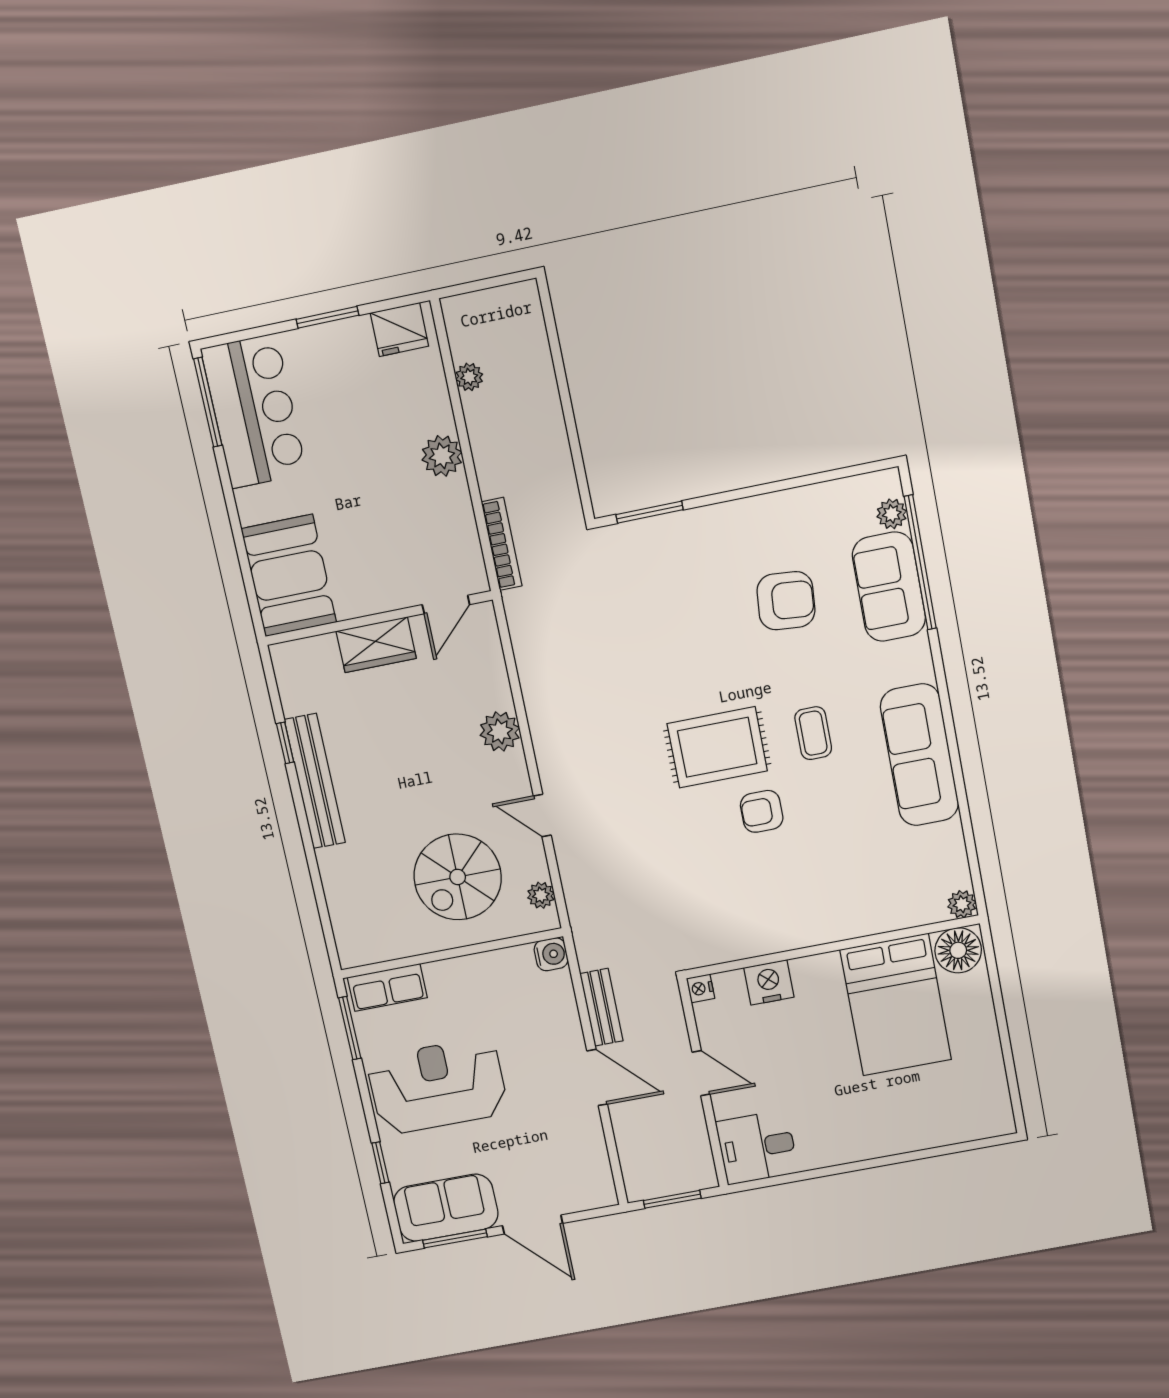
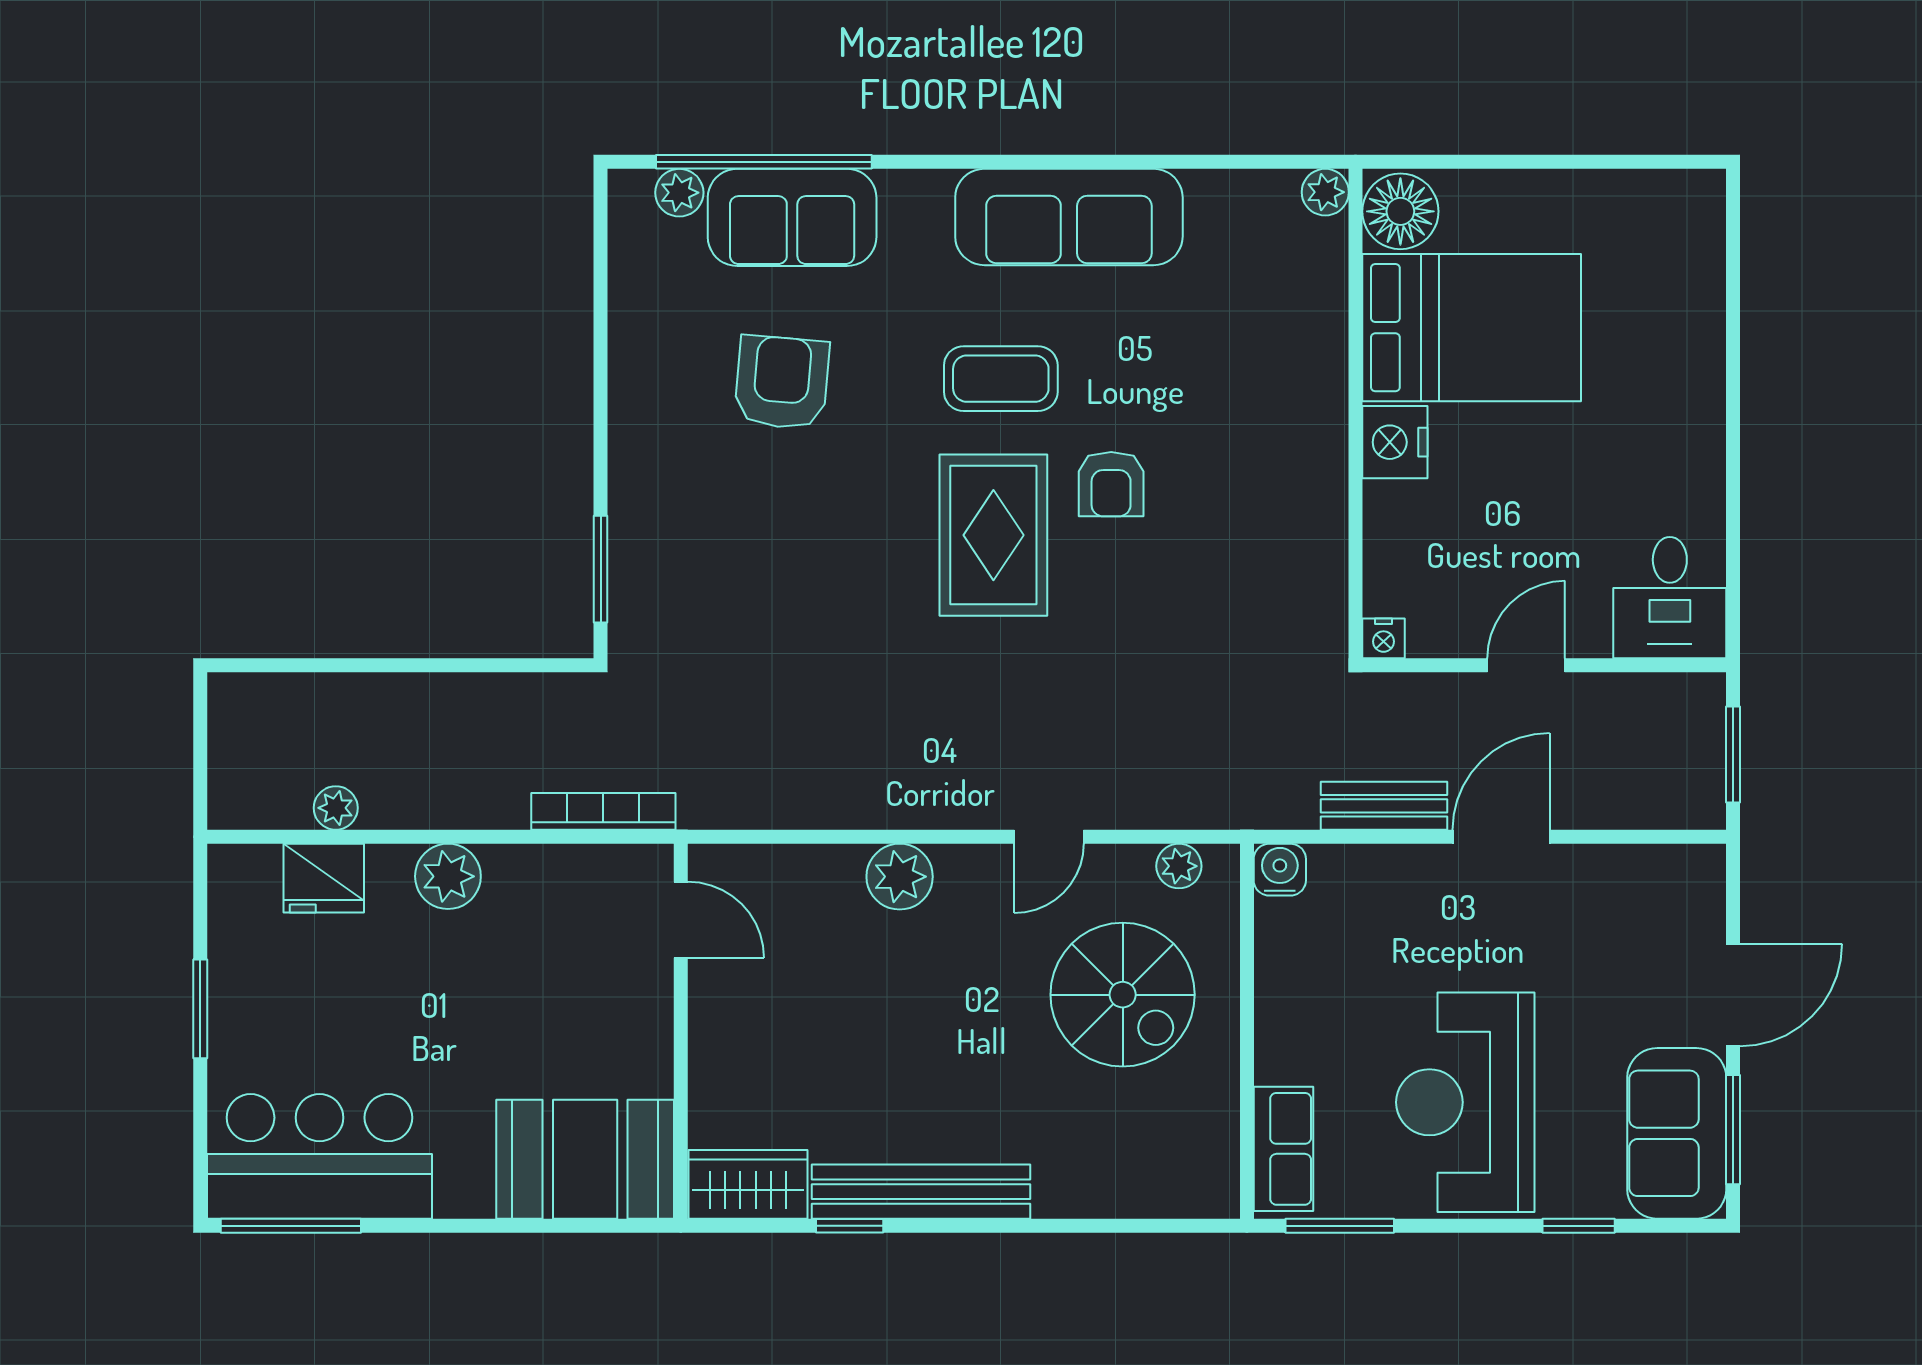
fridge: (399, 329) -> (324, 878), moved, turned 90
wardrobe: (376, 645) -> (748, 1184), moved, turned -90
coffee table: (813, 733) -> (1001, 379), width x1.36, depth x1.30
nightstand: (769, 982) -> (1395, 442), moved

